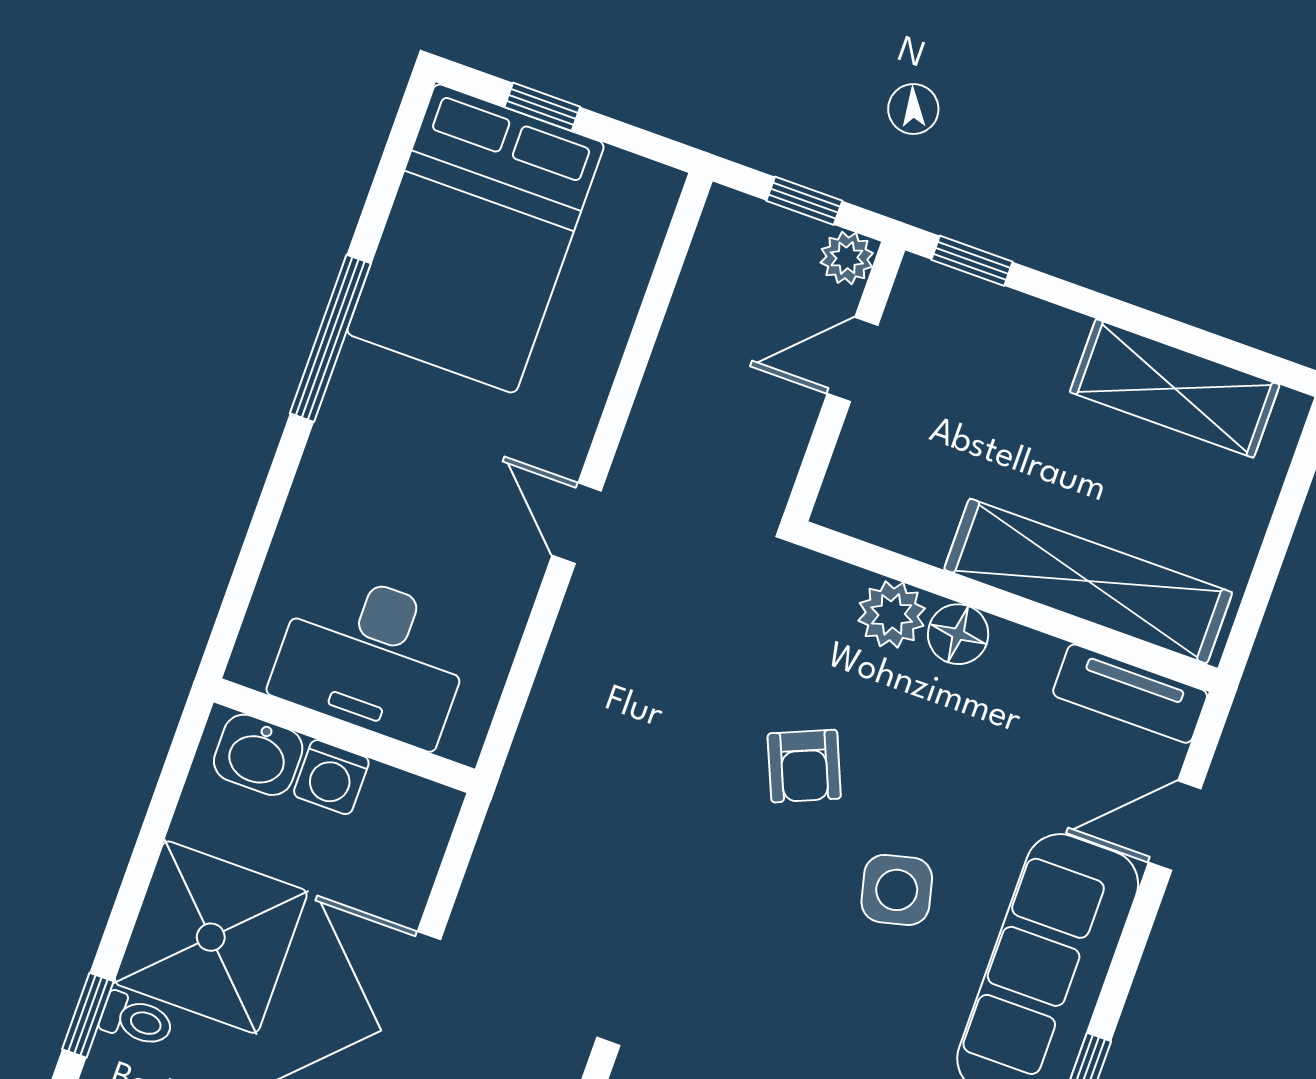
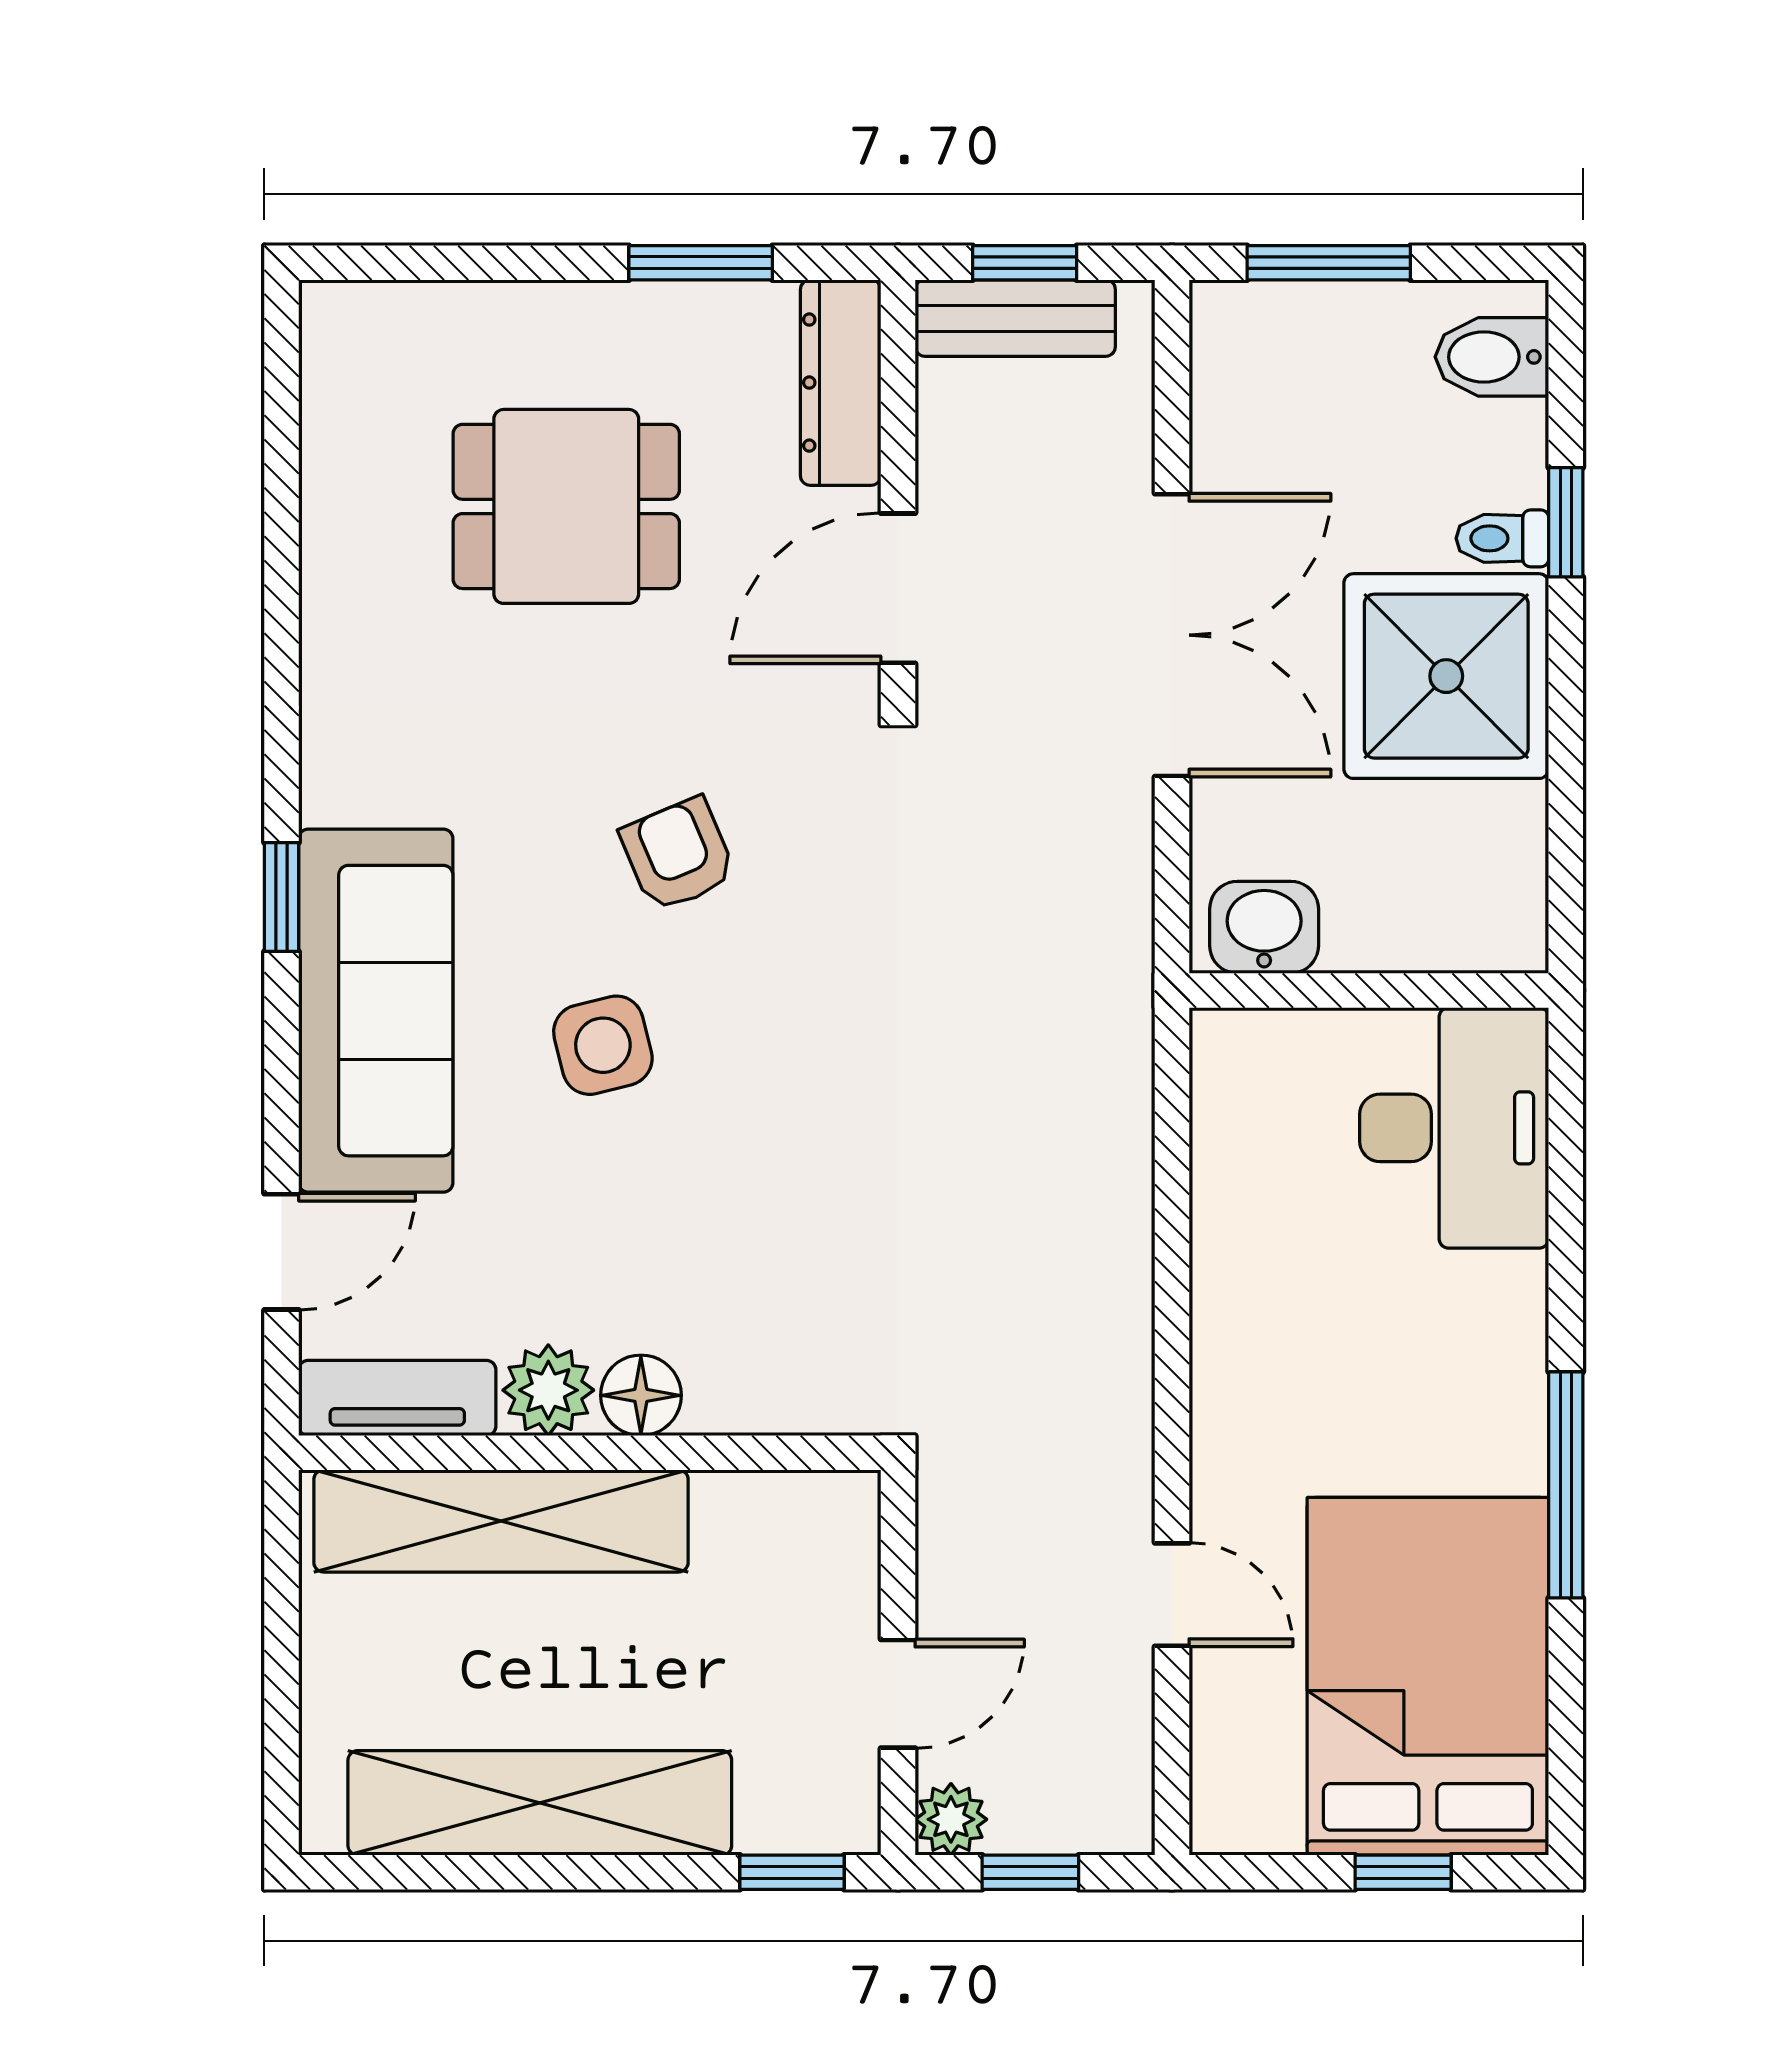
shelving: (1175, 388) -> (540, 1803), width x1.47
door: (577, 523) -> (1172, 1595), moved
plant: (892, 614) -> (548, 1390), moved
desk: (373, 657) -> (1454, 1128), moved, turned 90
washbasin: (258, 755) -> (1264, 927), moved
armchair: (804, 766) -> (678, 855), moved
washing machine: (331, 777) -> (1366, 932), removed

